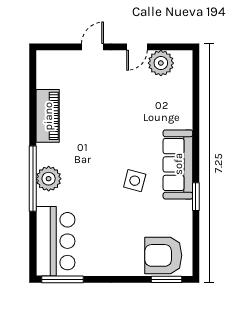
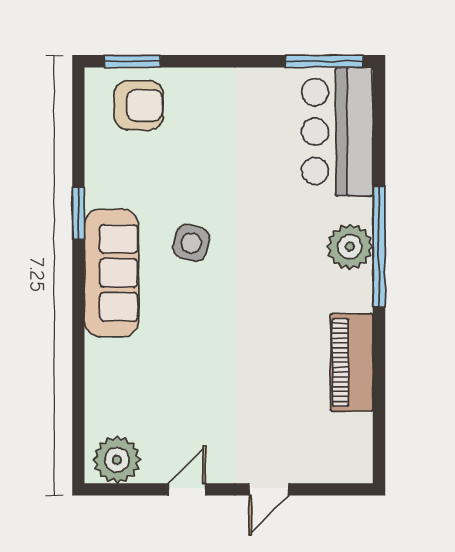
plant: (161, 63) -> (117, 460), moved
armchair: (163, 255) -> (139, 105), width x0.73, depth x0.73

